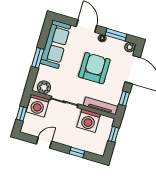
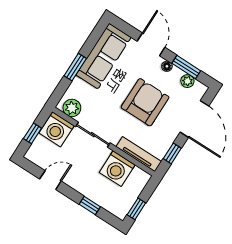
plant: (130, 47) -> (187, 81), moved
window: (114, 134) -> (136, 209), moved

